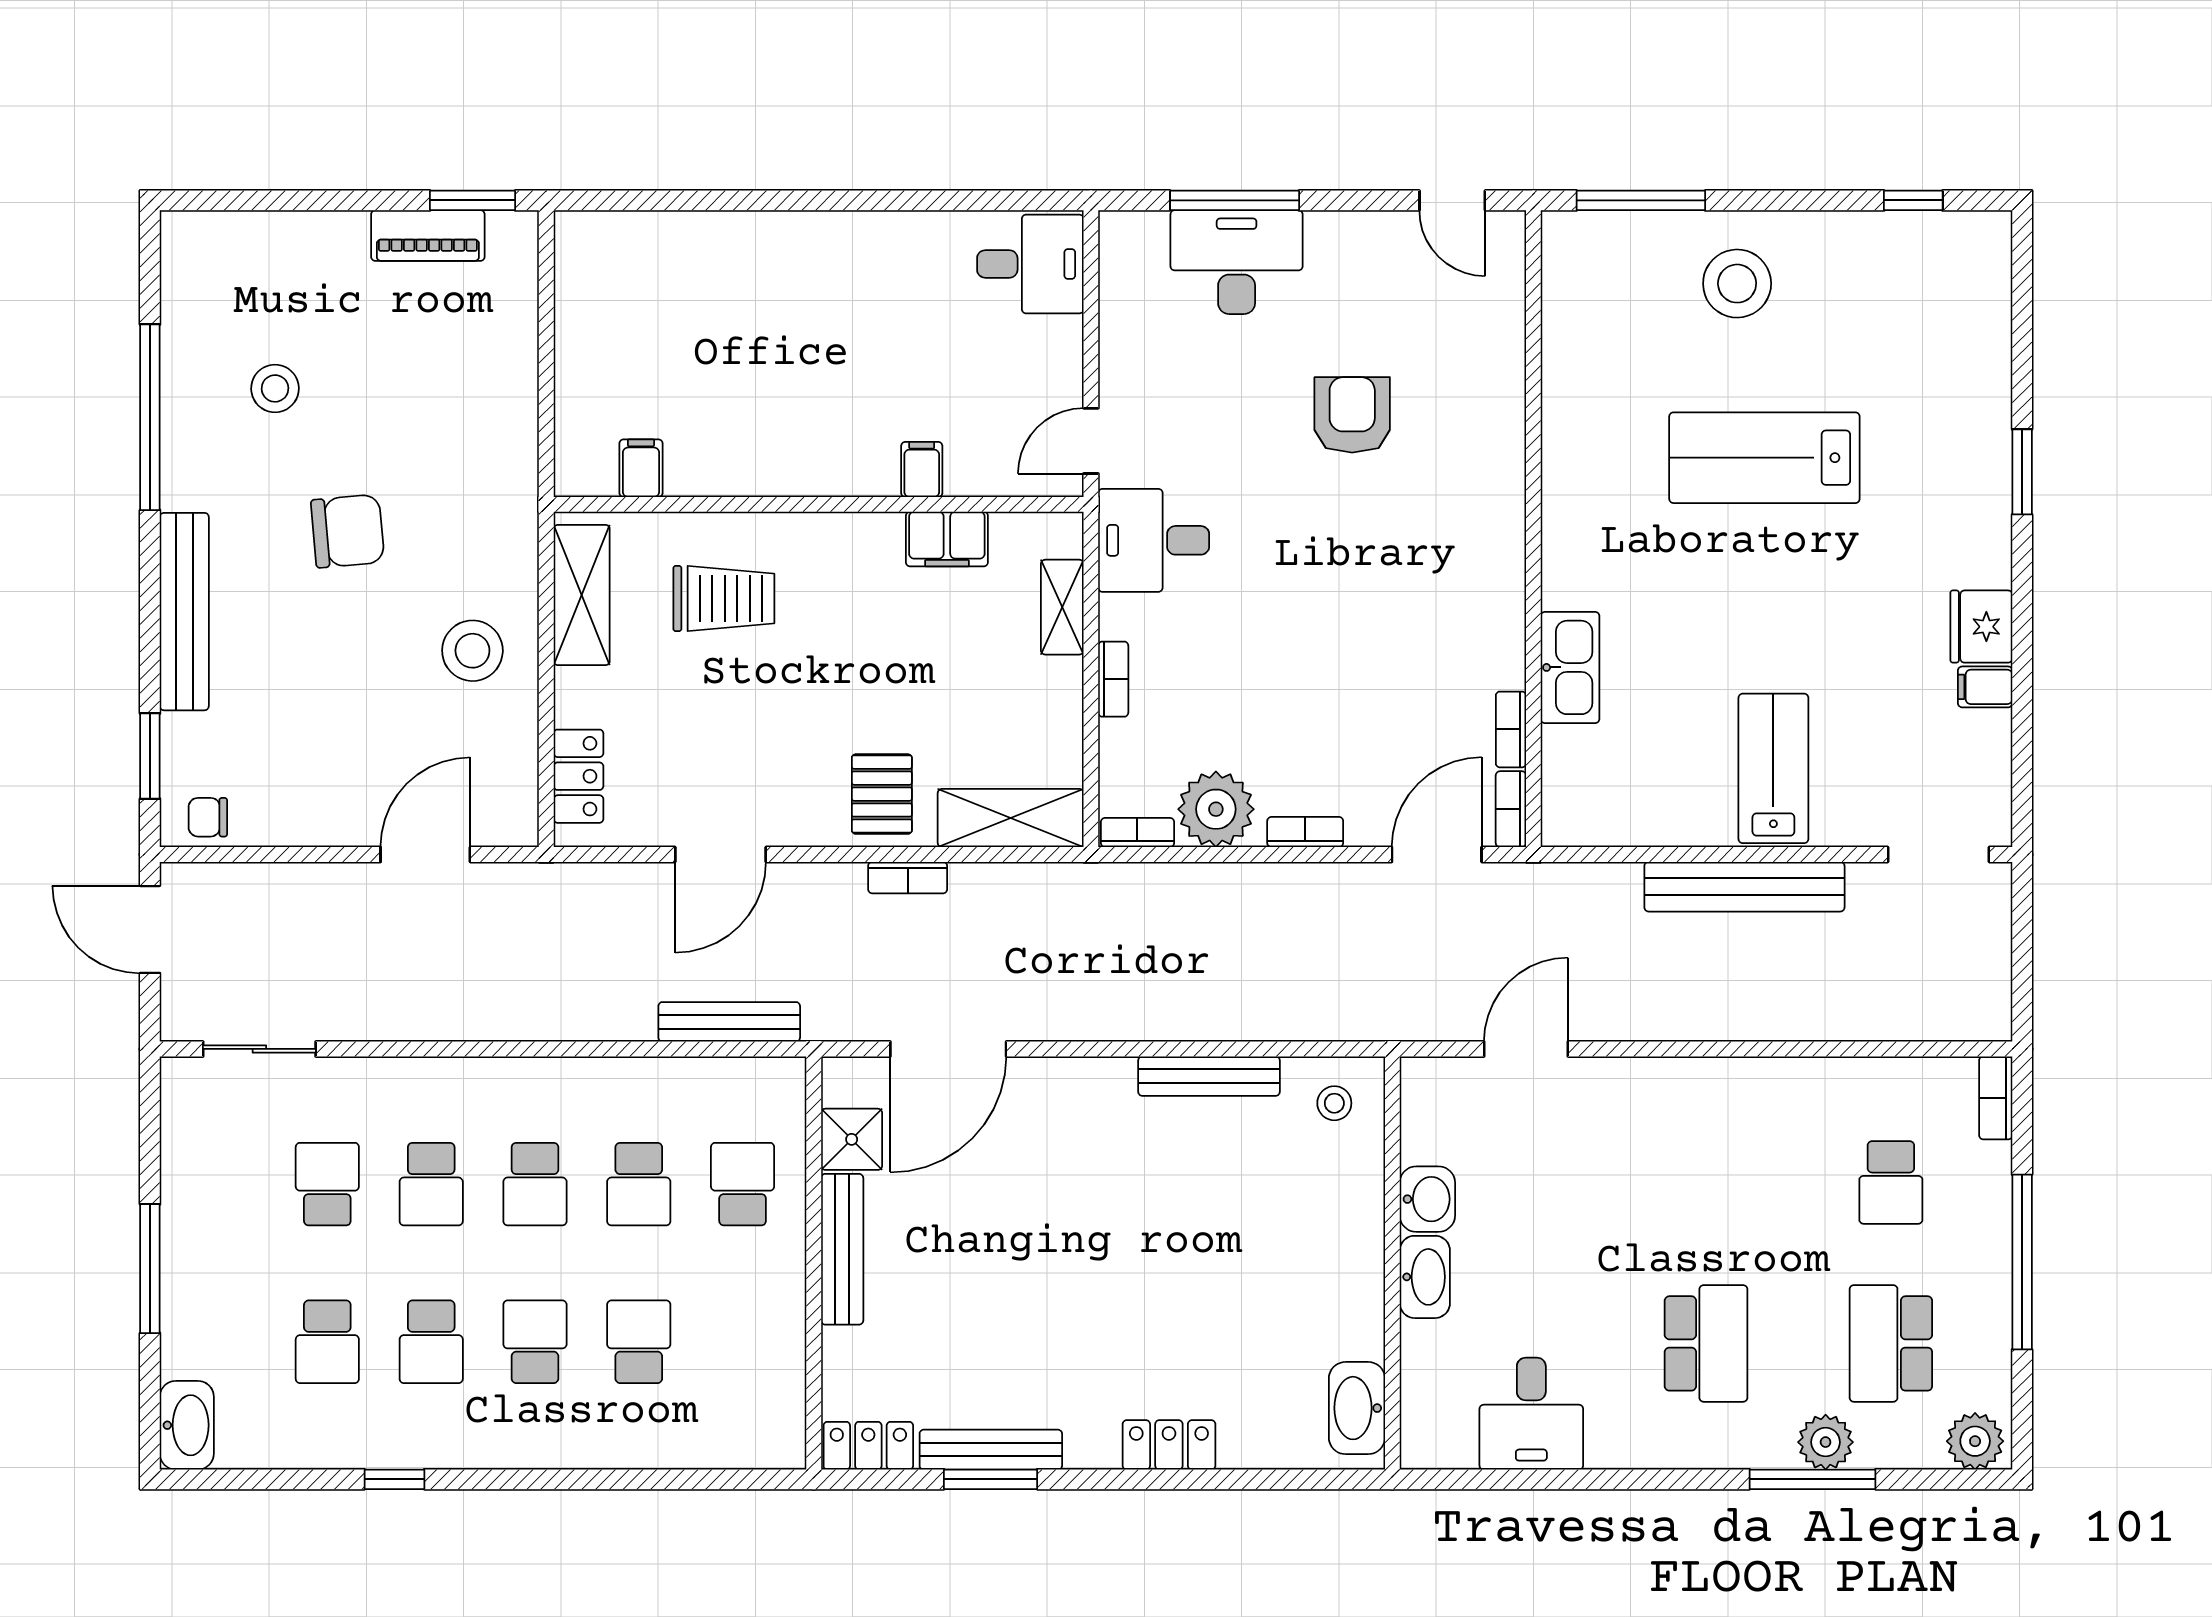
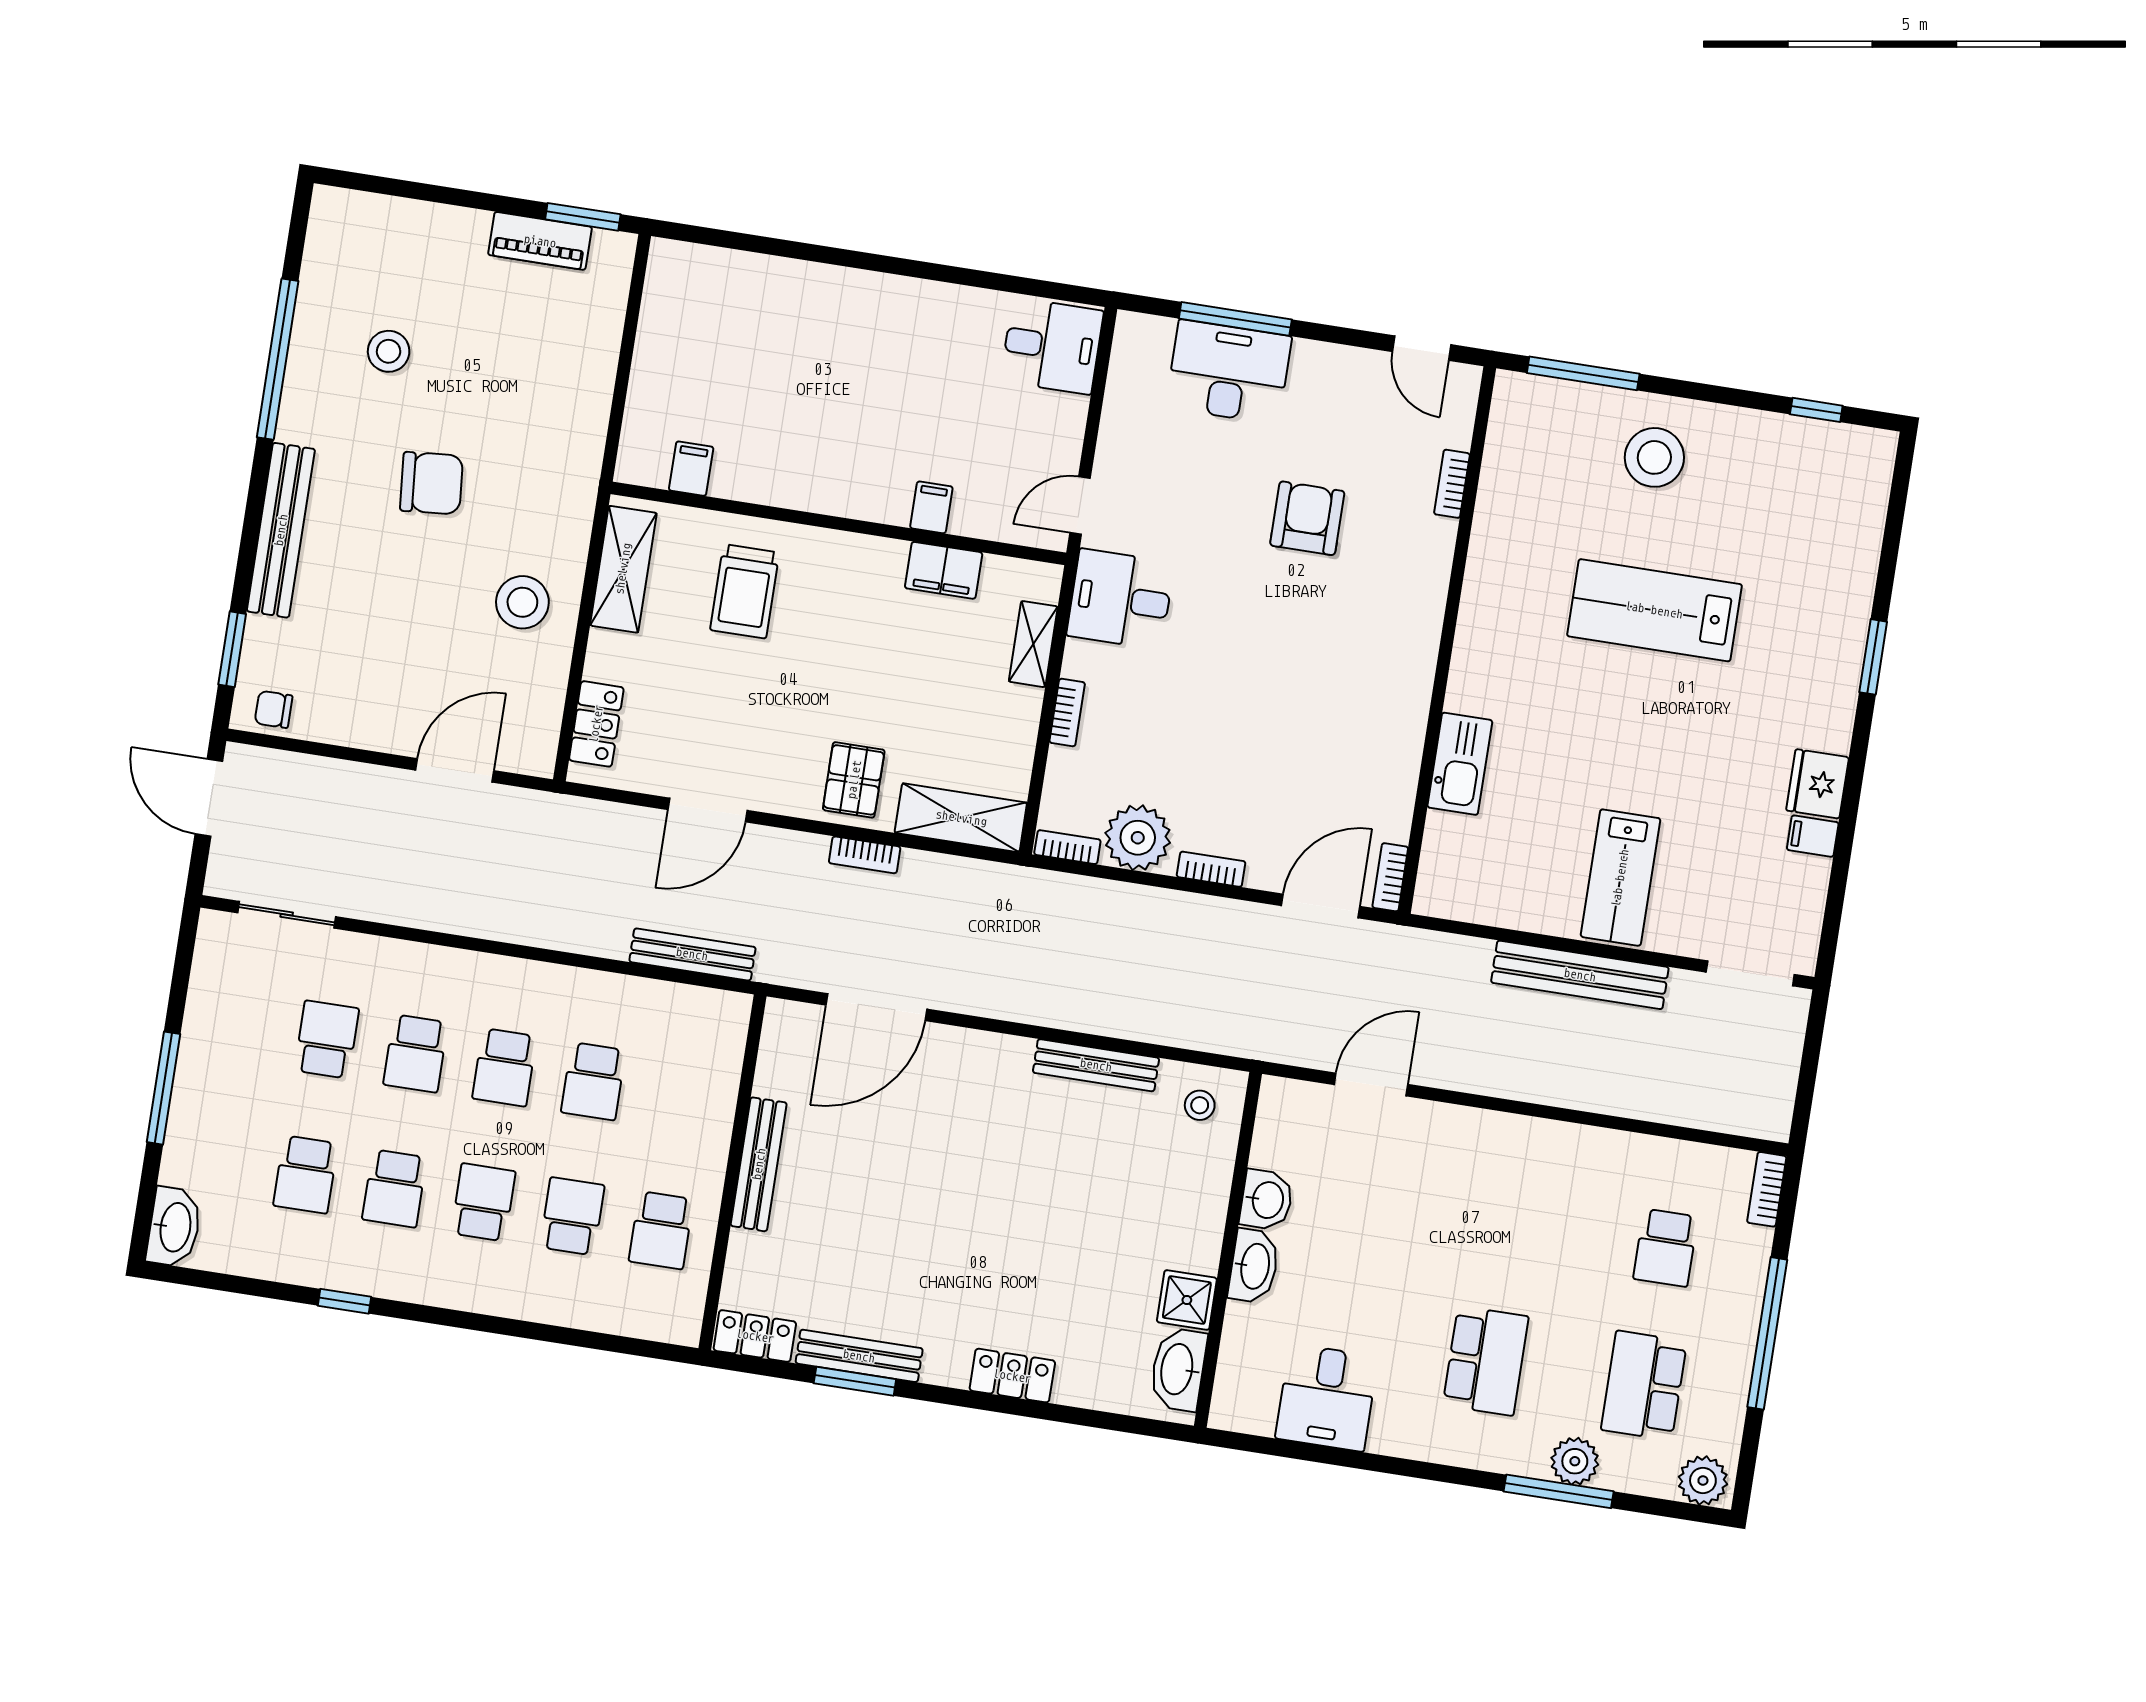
trolley: (724, 598) -> (745, 591), turned 90
bookcase: (1511, 729) -> (1452, 484), moved
lab bench: (1773, 768) -> (1620, 878), turned 180
shower: (852, 1139) -> (1187, 1300), moved
school desk: (743, 1184) -> (661, 1230), moved, turned 180

